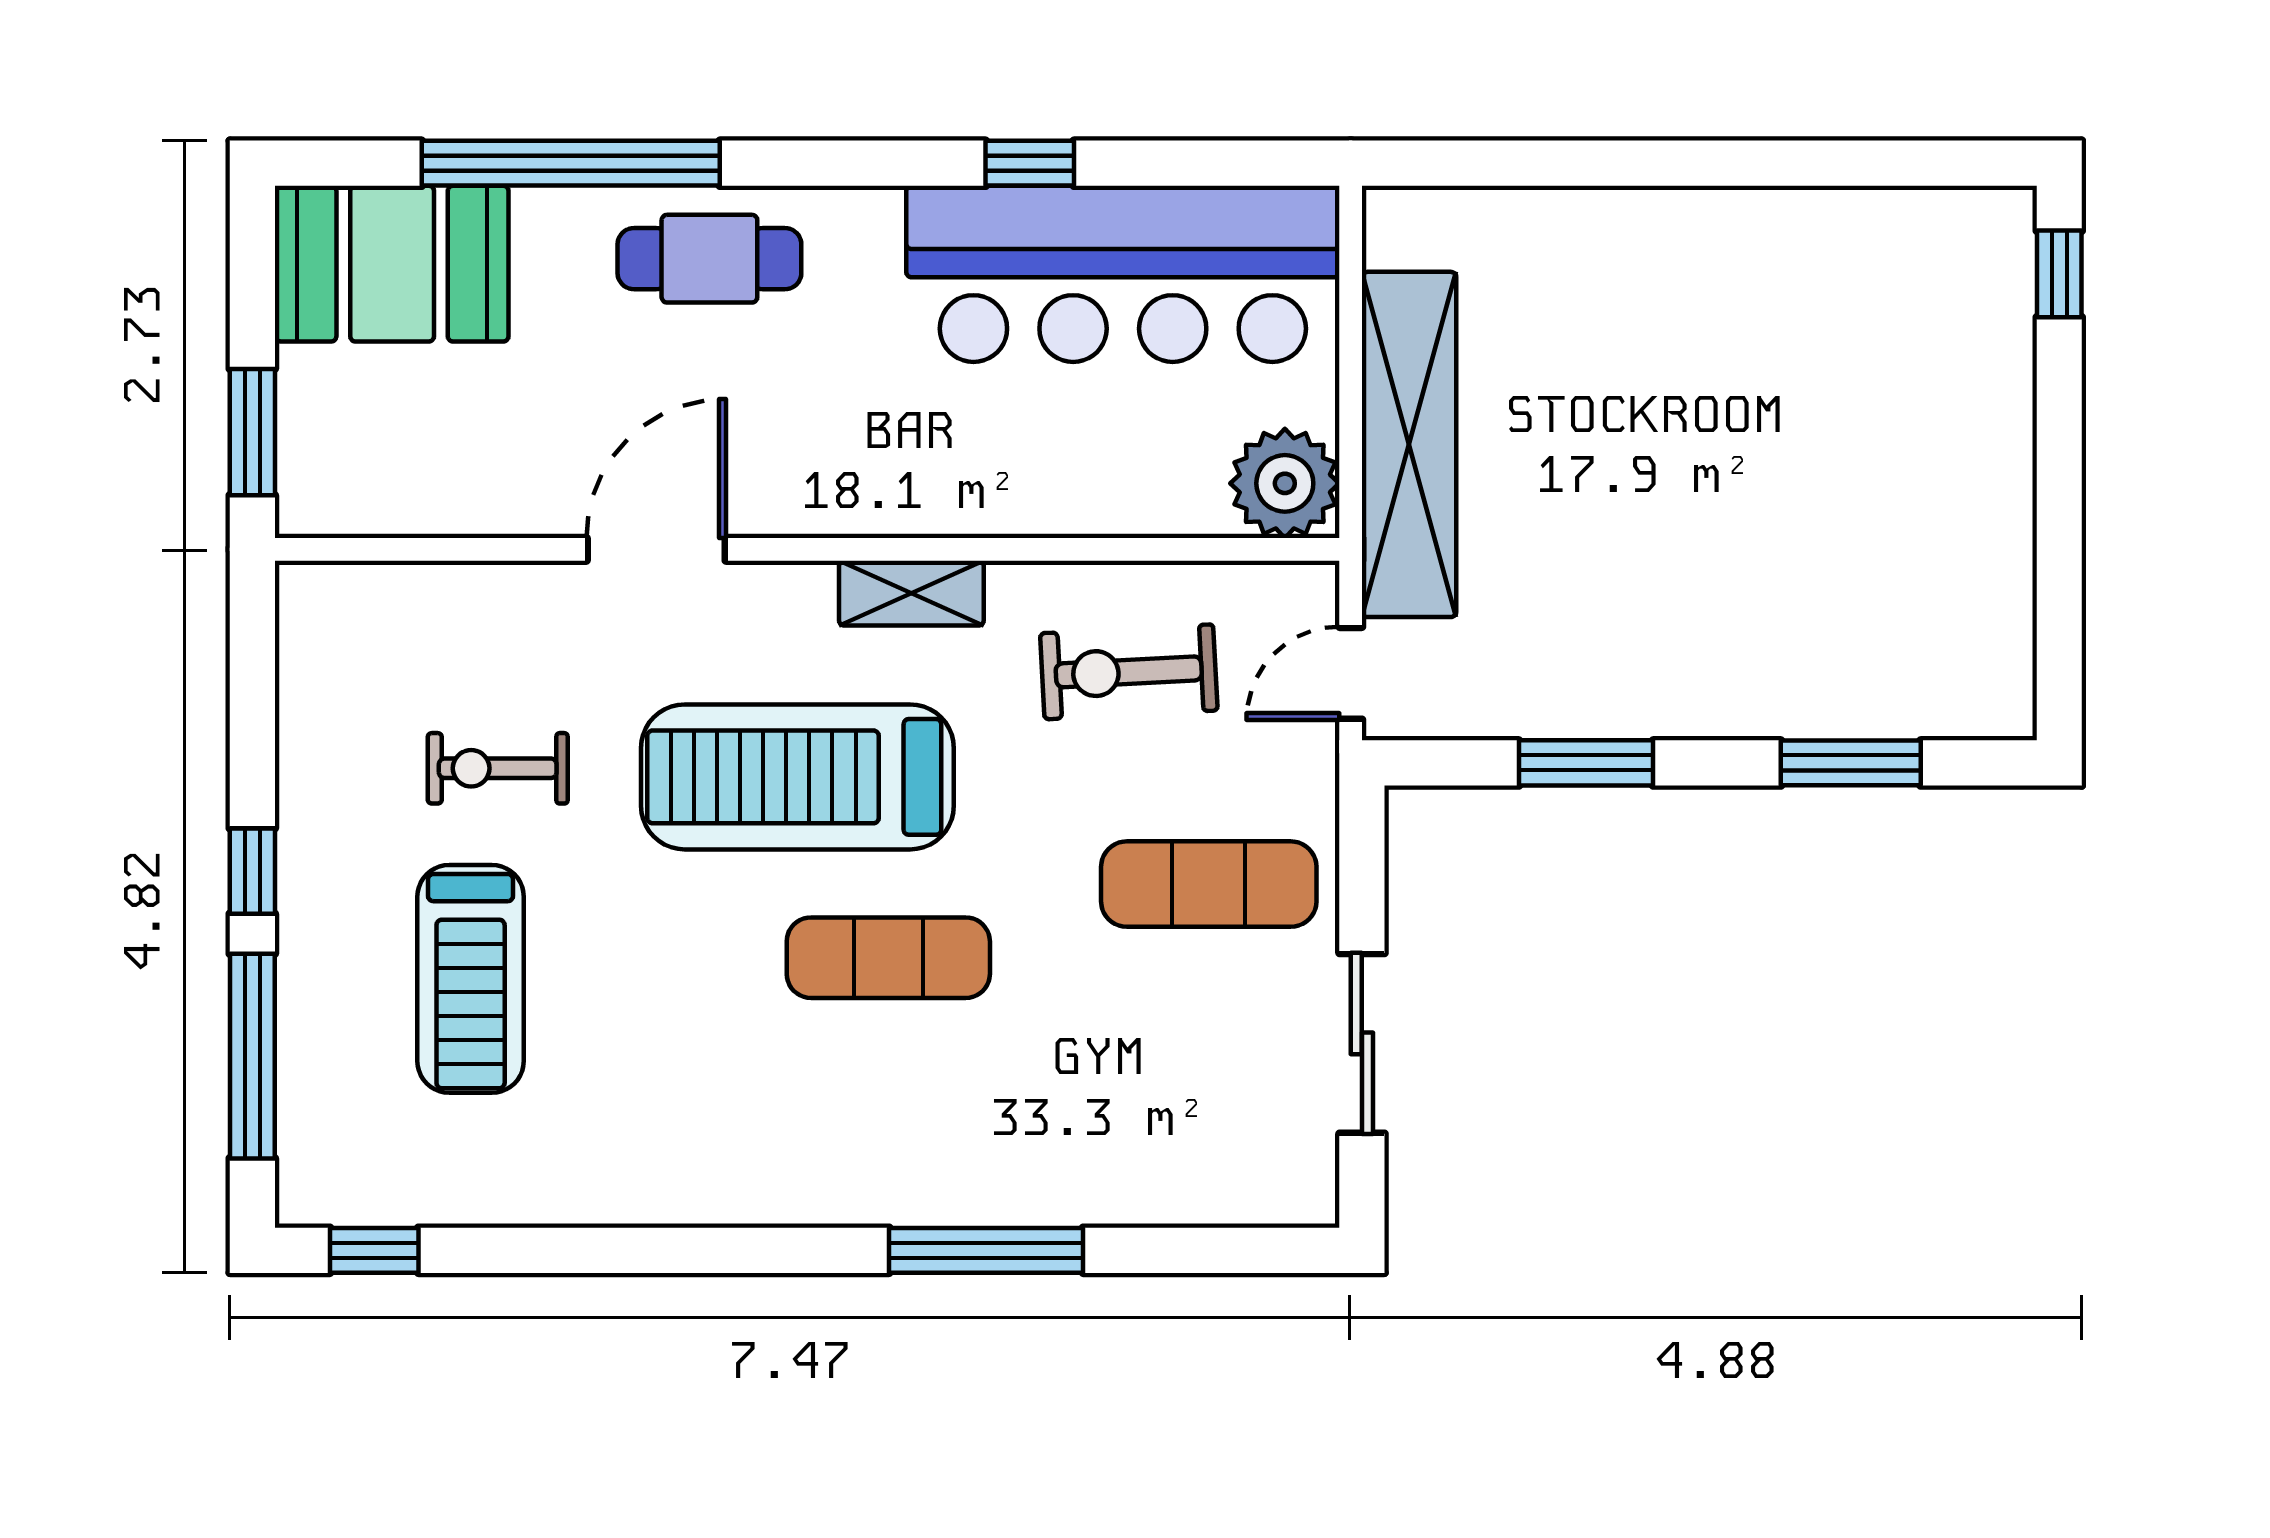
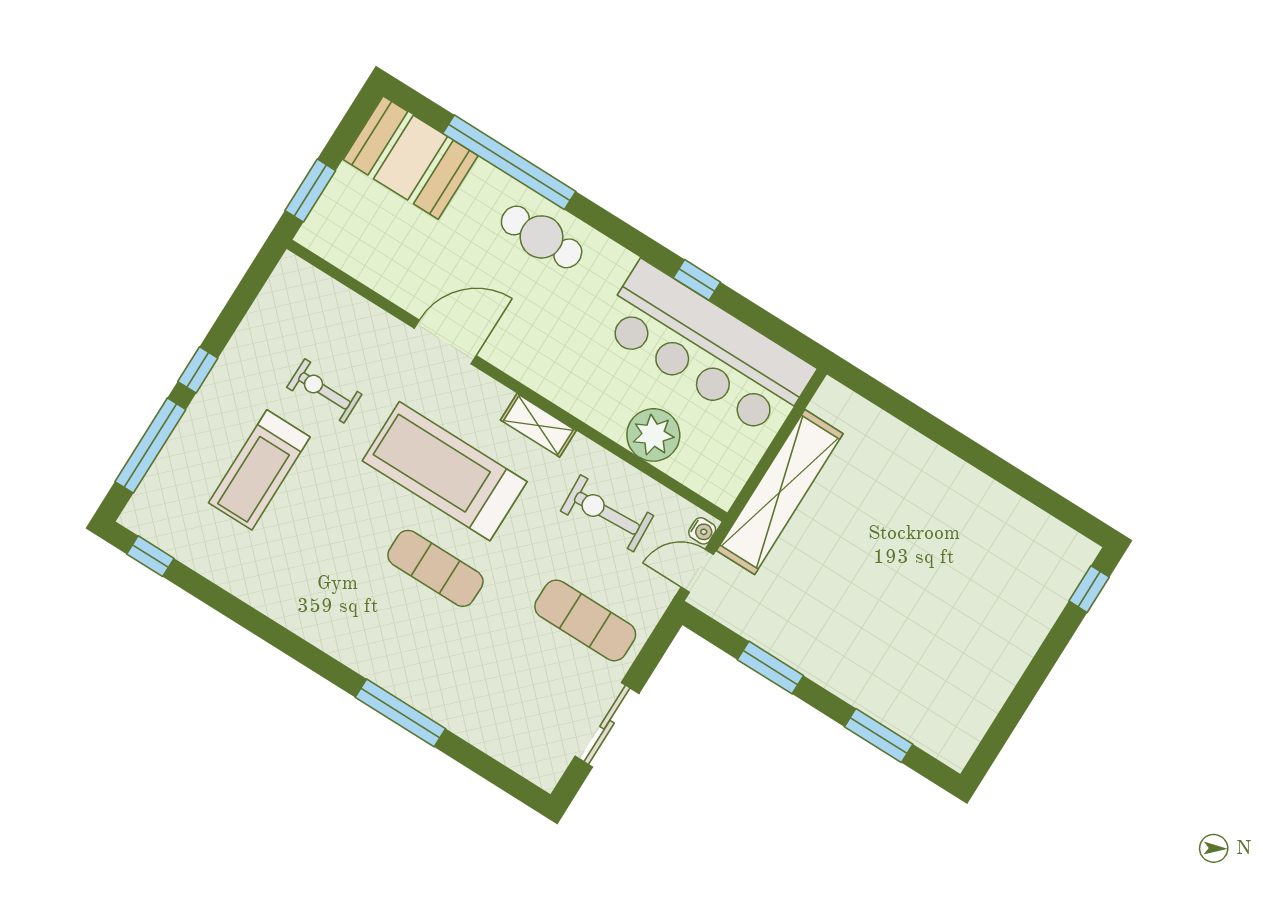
plant: (1285, 483) -> (653, 435), moved
water cooler: (1316, 598) -> (702, 531), added

